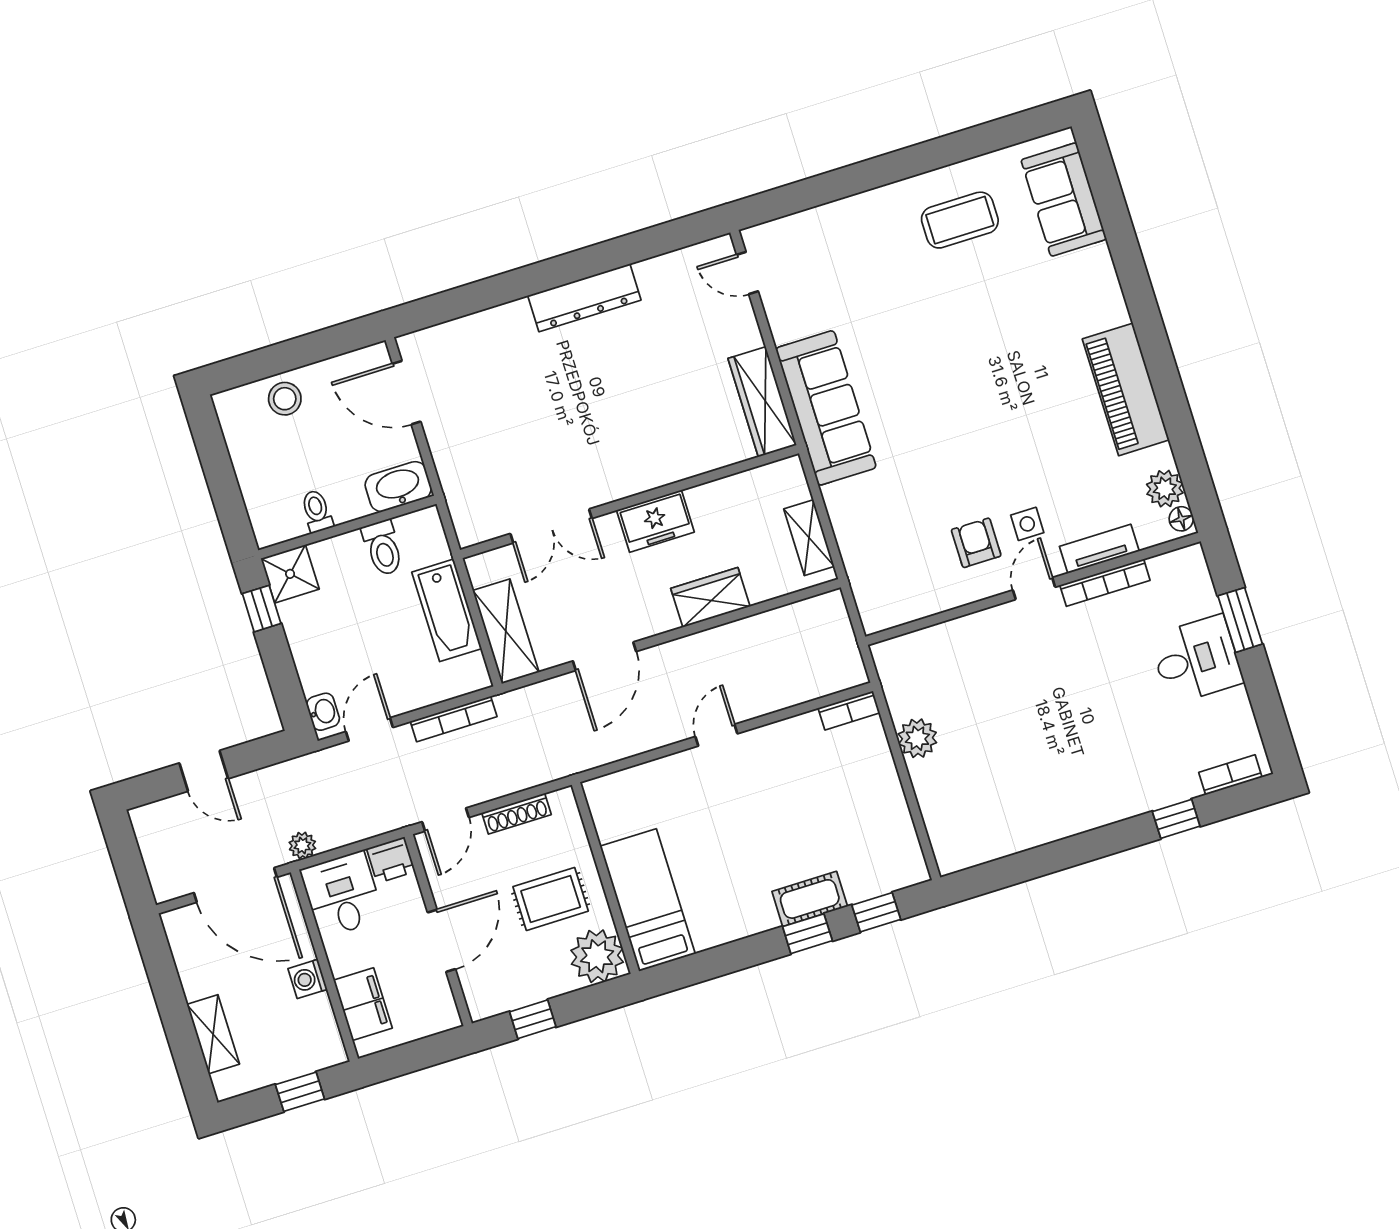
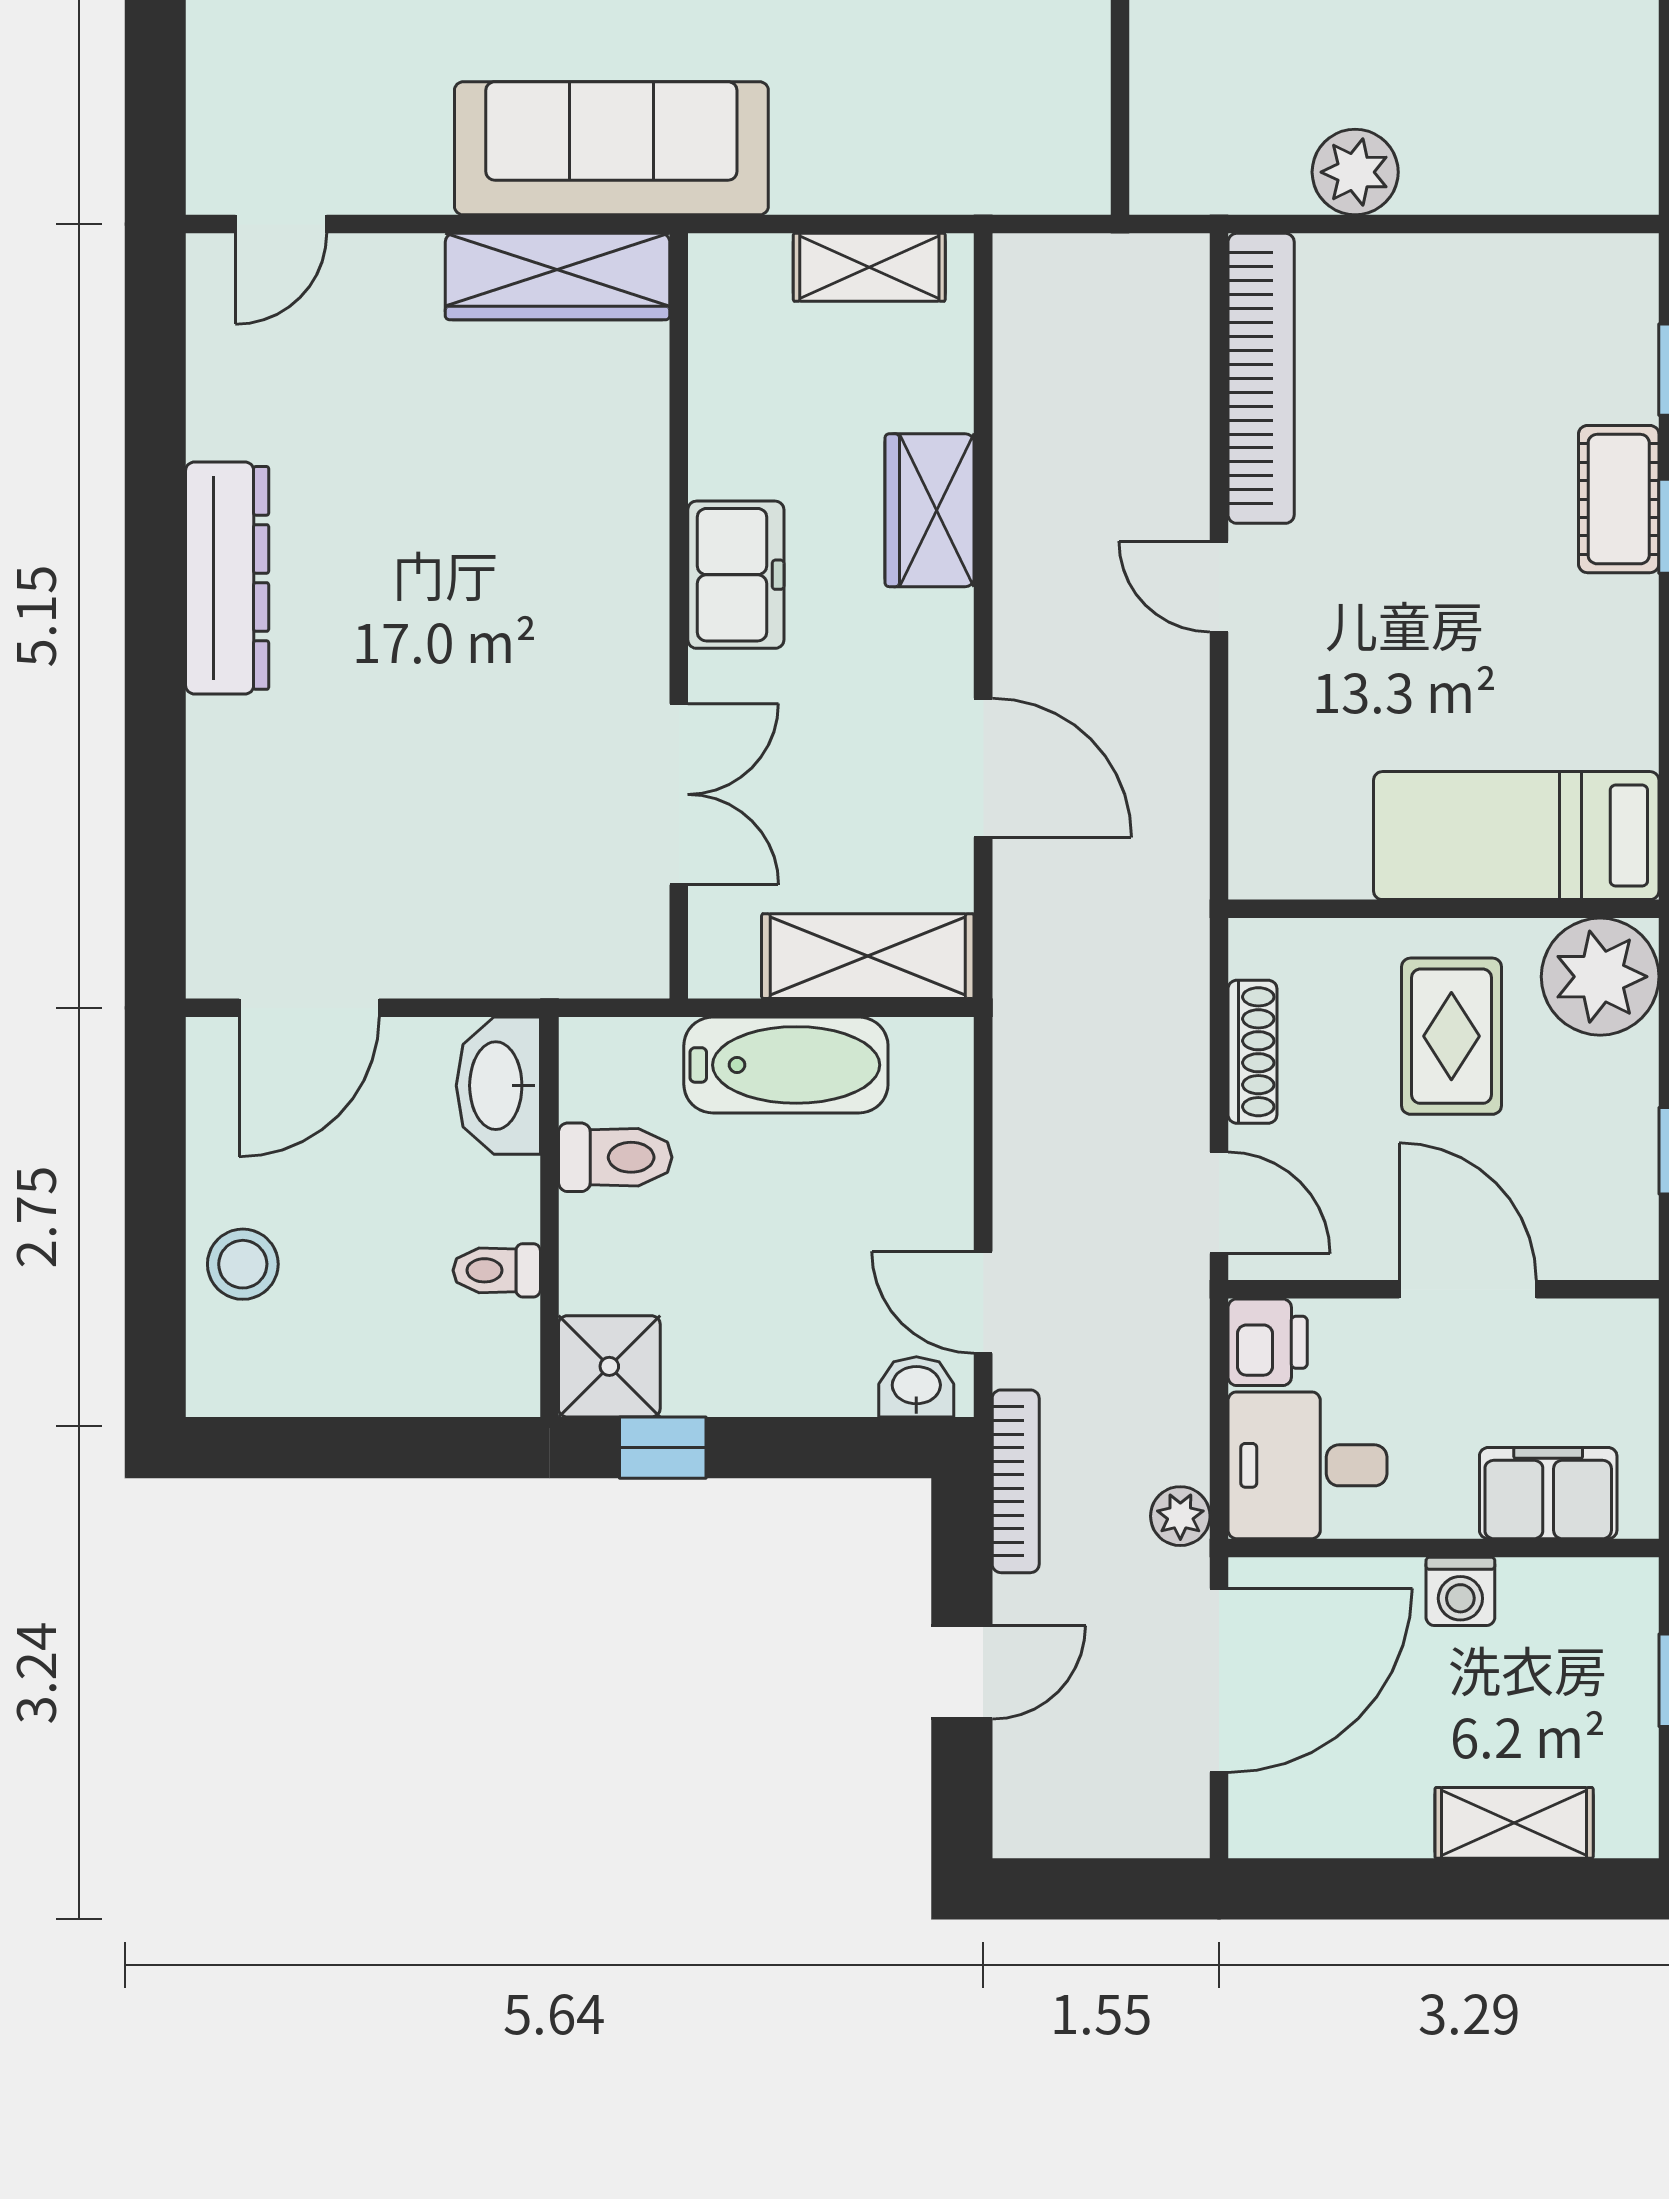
bookcase: (849, 710) -> (1261, 378), width x2.31, depth x1.31
bookcase: (454, 719) -> (1016, 1481), moved

